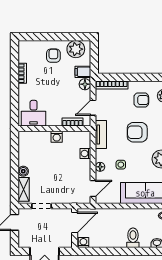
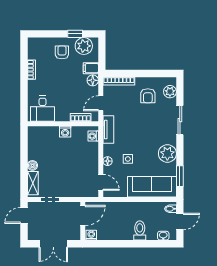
window: (67, 37) -> (75, 34), added
armchair: (141, 100) -> (148, 96), turned 90
armchair: (137, 132) -> (144, 127), removed
washing machine: (85, 154) -> (93, 136), moved
door: (93, 188) -> (101, 182), hinge flipped

